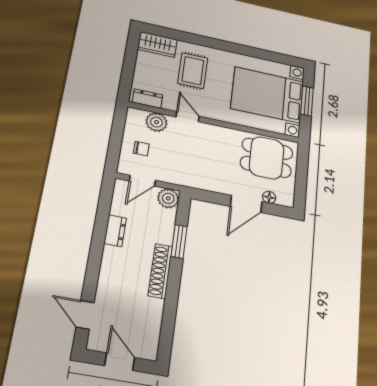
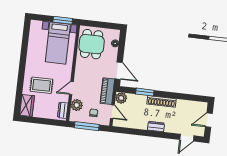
bed with nightstands: (267, 95) -> (58, 43), width x0.73
window: (307, 101) -> (63, 20), moved
window: (117, 135) -> (87, 126), added
piano: (181, 176) -> (107, 91), added
door: (246, 204) -> (119, 71), moved
dresser: (115, 231) -> (156, 126), moved

